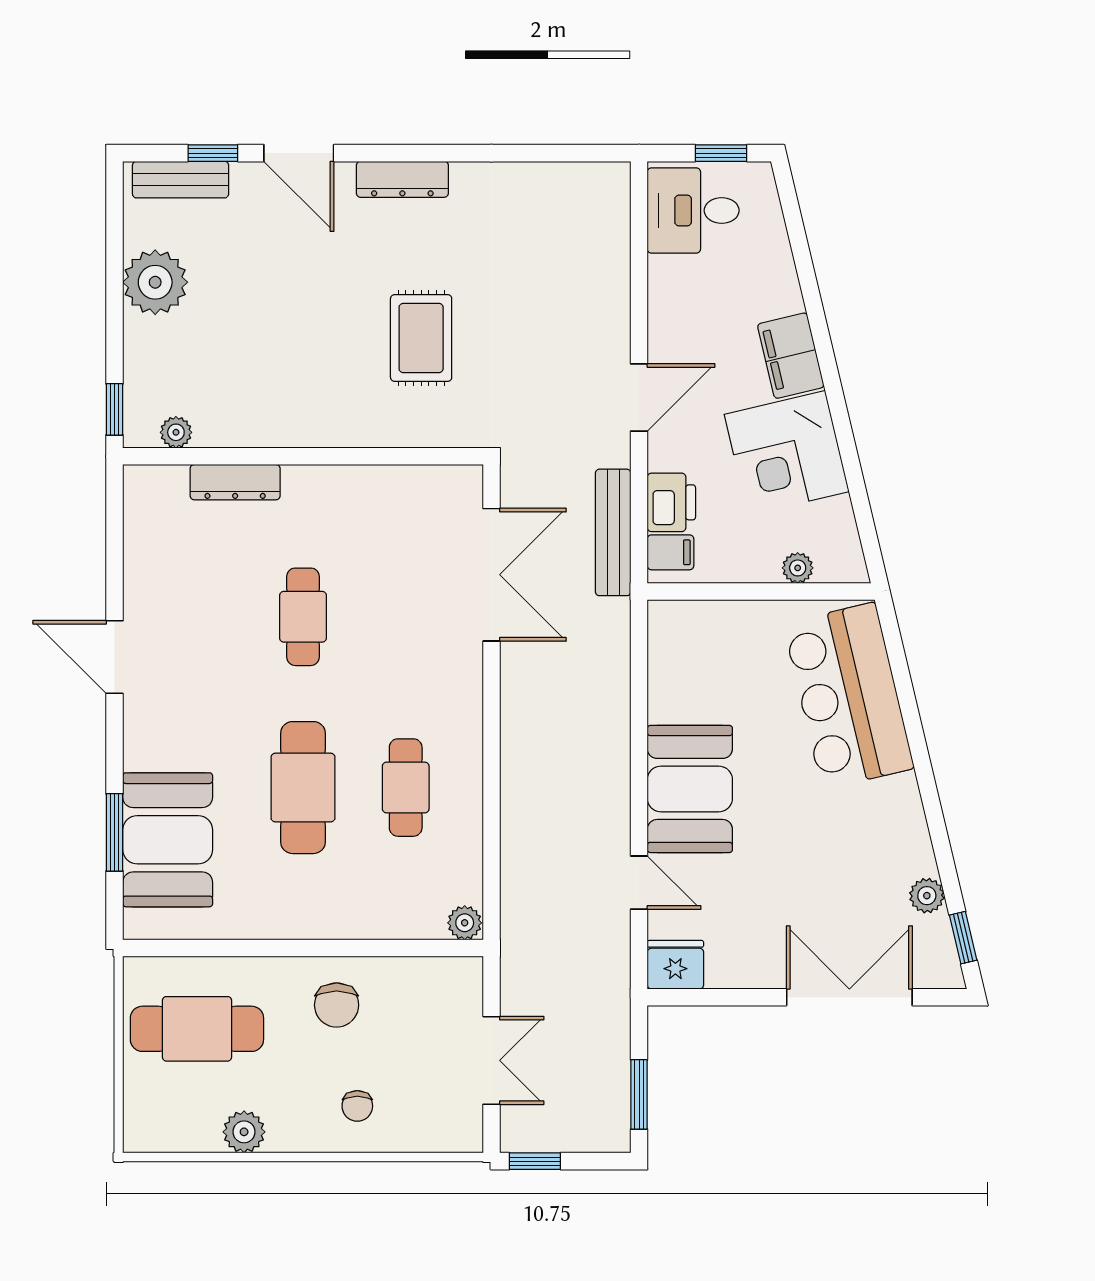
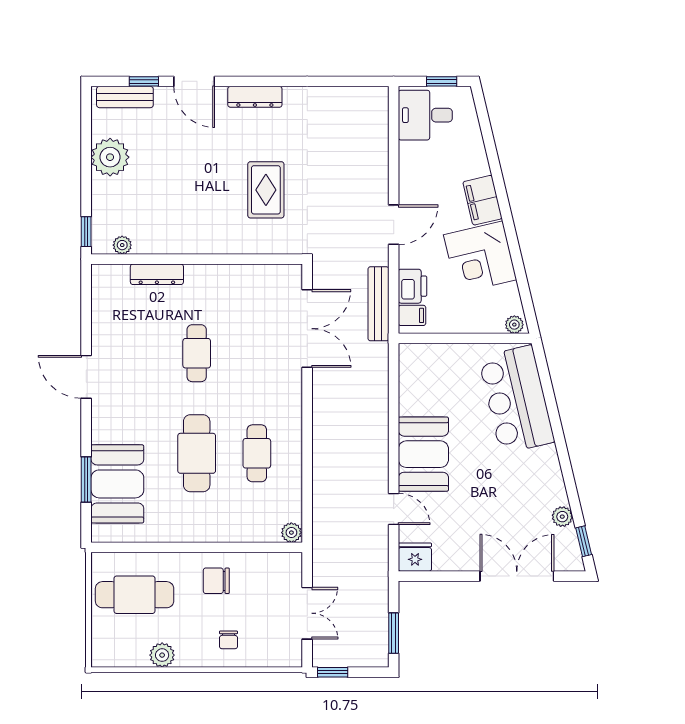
plant: (798, 568) -> (514, 325), moved
chair: (337, 1005) -> (216, 581), turned 90

